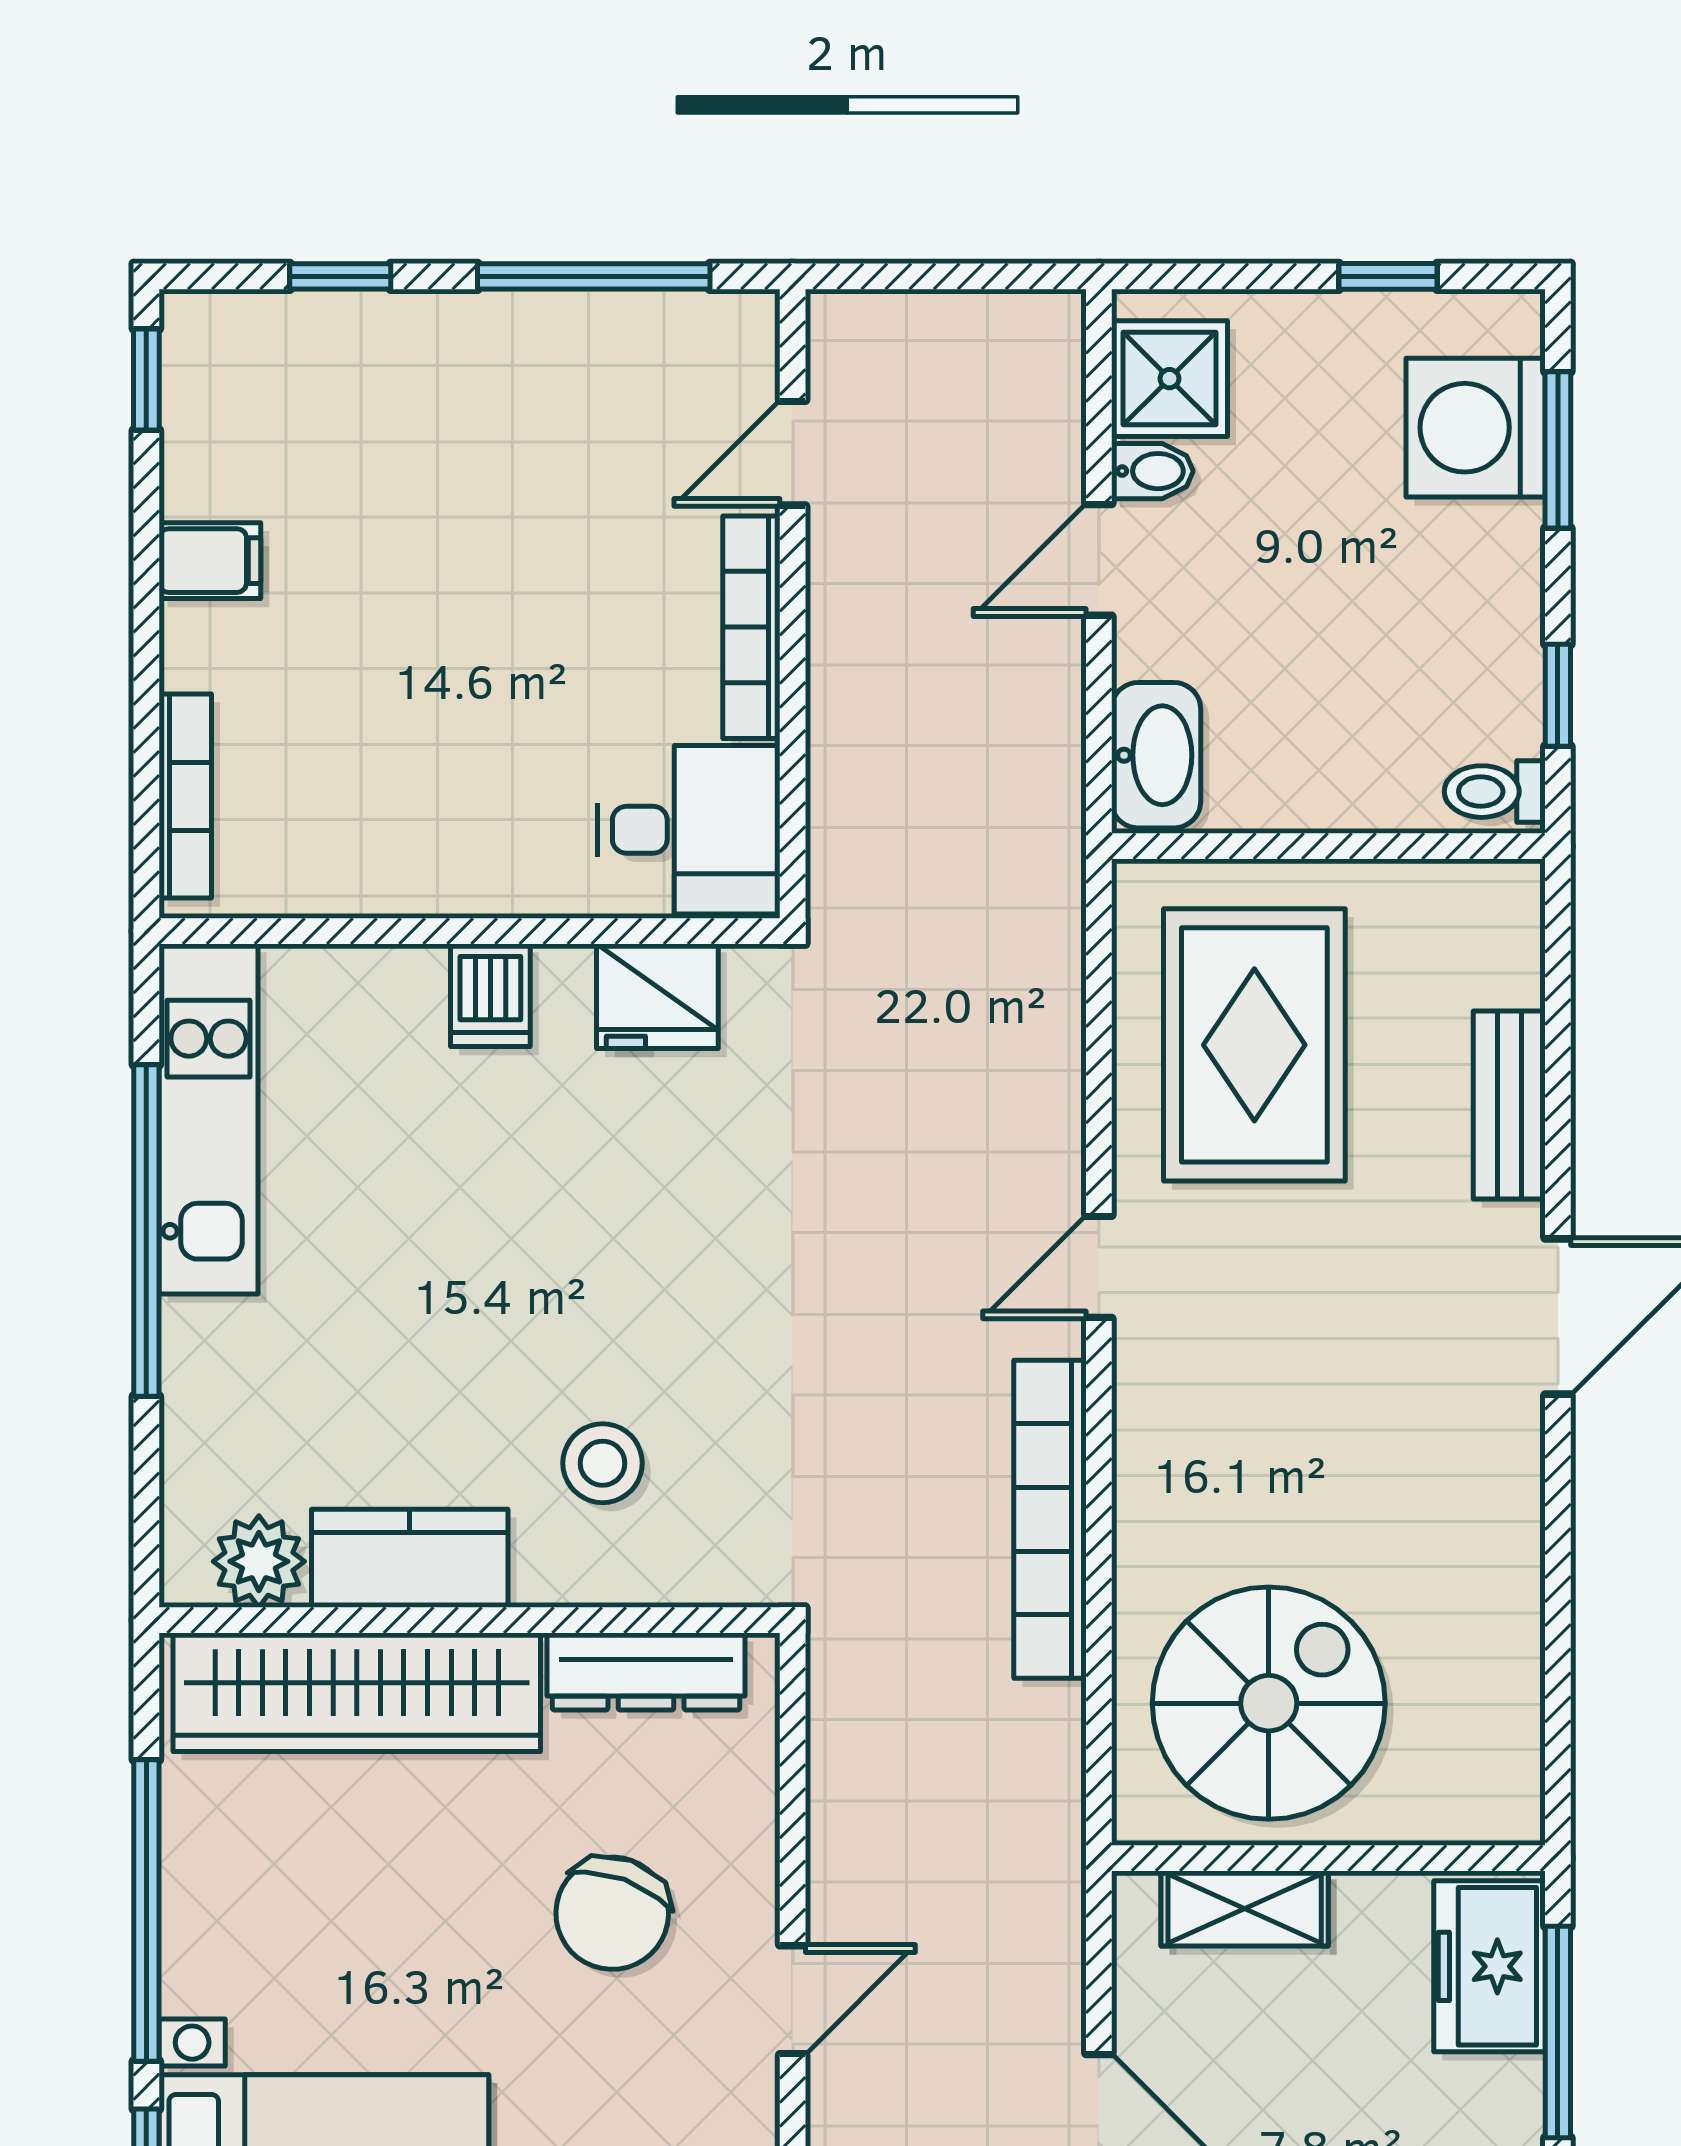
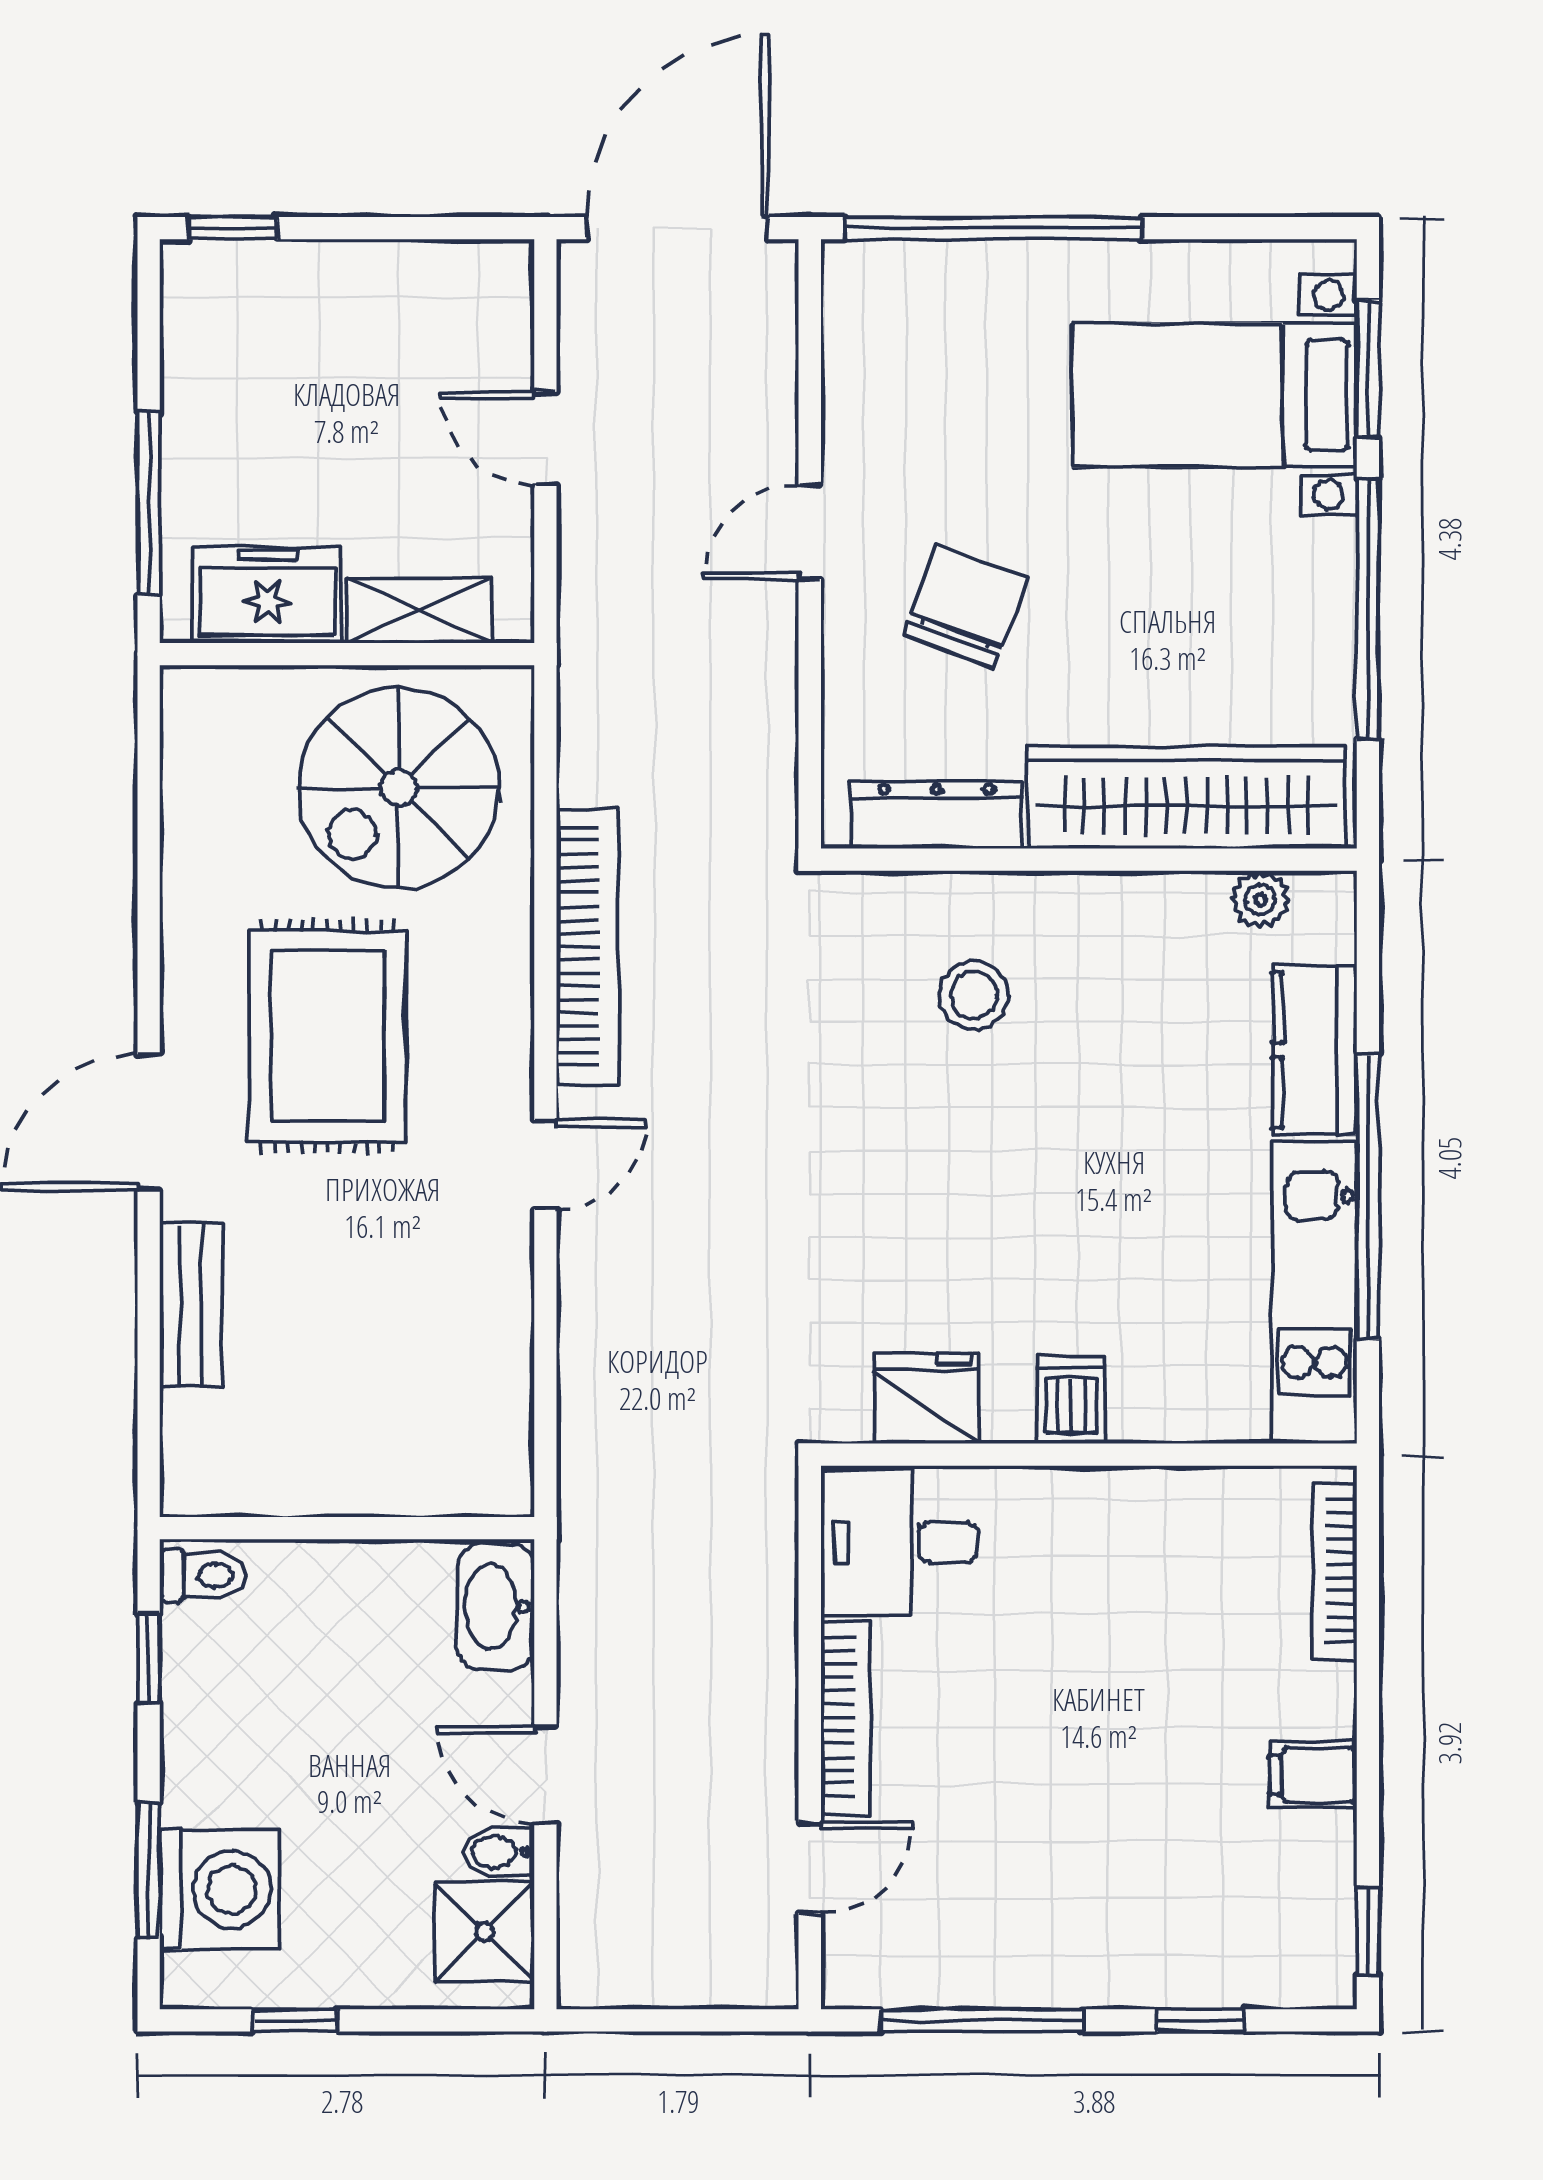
door: (1099, 560) -> (545, 1775), swing flipped
rug: (1254, 1045) -> (328, 1036), moved
kitchen counter: (410, 1558) -> (1315, 1050), moved, turned 90
plant: (259, 1561) -> (1260, 900), width x0.73, depth x0.73
freezer: (1490, 1966) -> (267, 595), moved, turned -90

